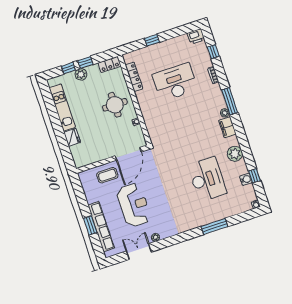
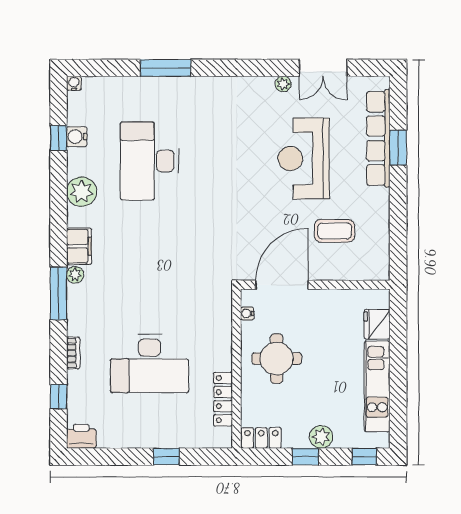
window: (68, 68) -> (364, 457), moved
door: (128, 154) -> (282, 285), moved
wall: (112, 159) -> (315, 285), moved

